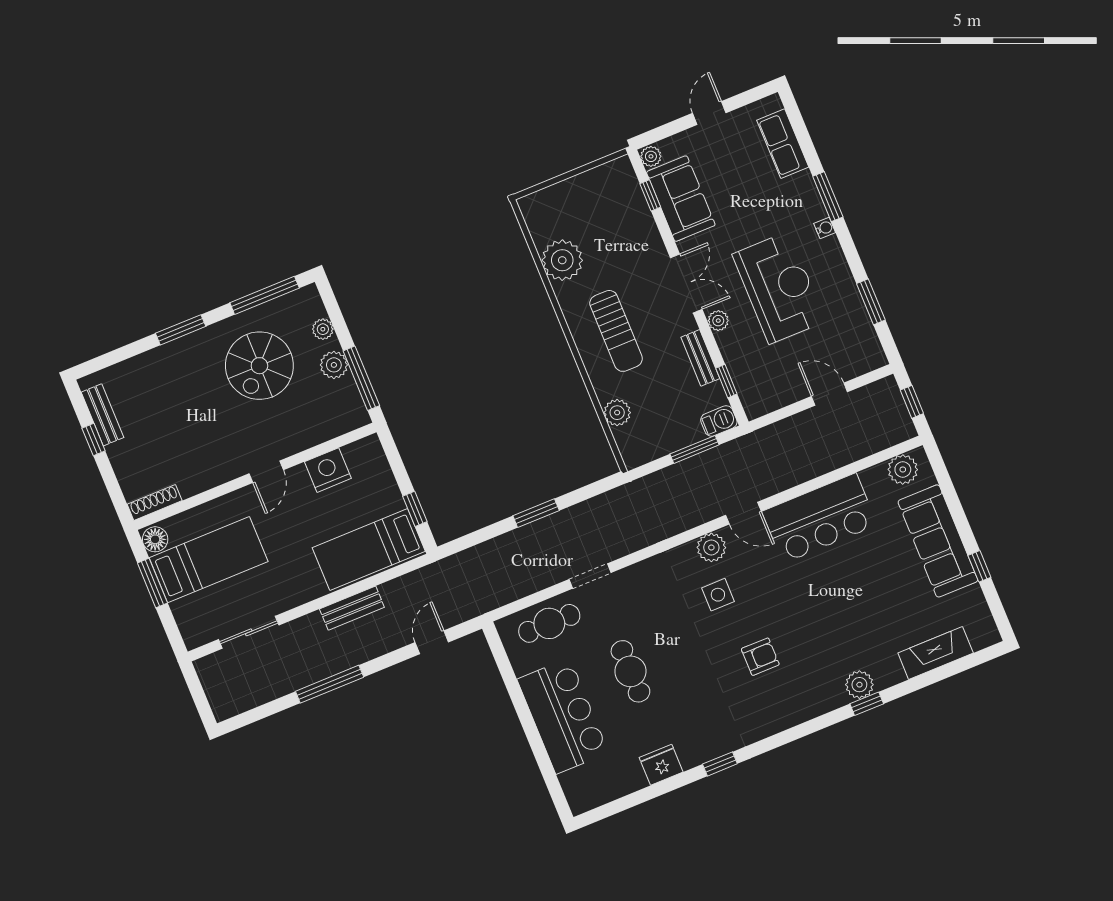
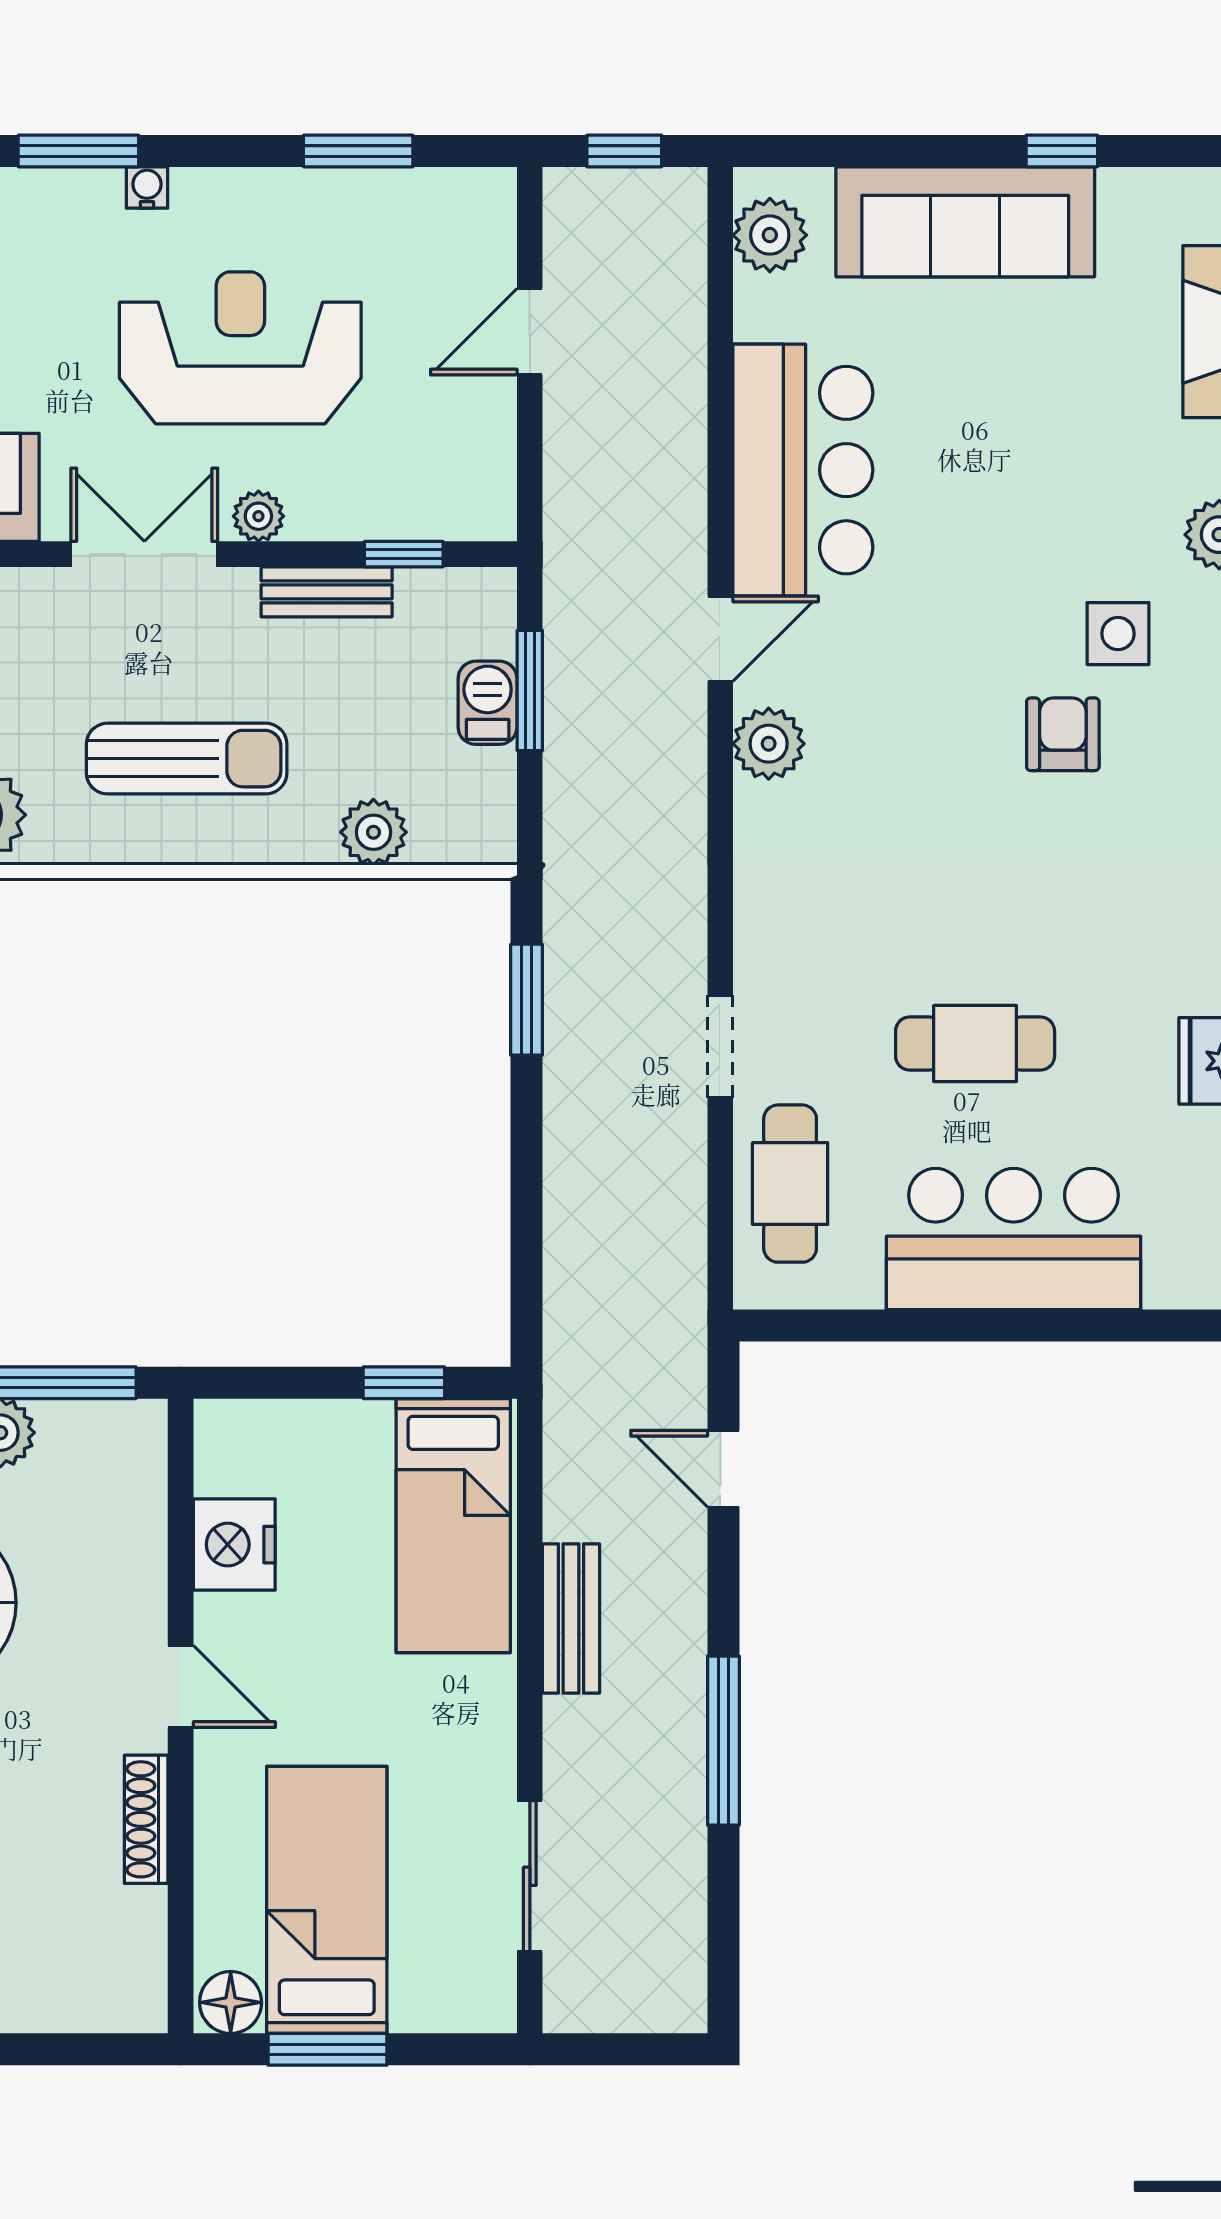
barbecue: (719, 421) -> (488, 703), moved
shoe rack: (155, 502) -> (146, 1819), moved
window: (536, 513) -> (527, 1000), moved
side table: (718, 595) -> (1118, 634), moved

